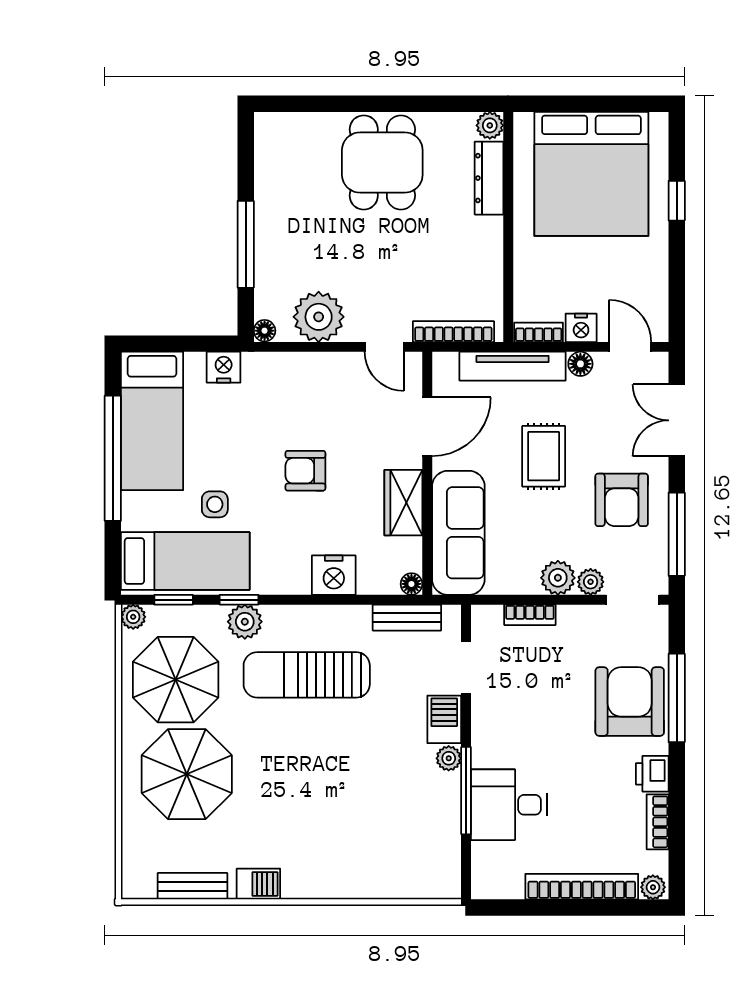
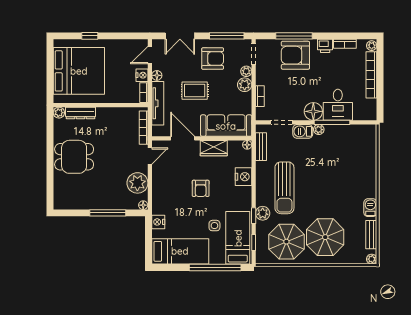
window: (113, 458) -> (215, 267), moved
plant: (133, 617) -> (372, 259), moved
floor lamp: (493, 745) -> (313, 111), added

